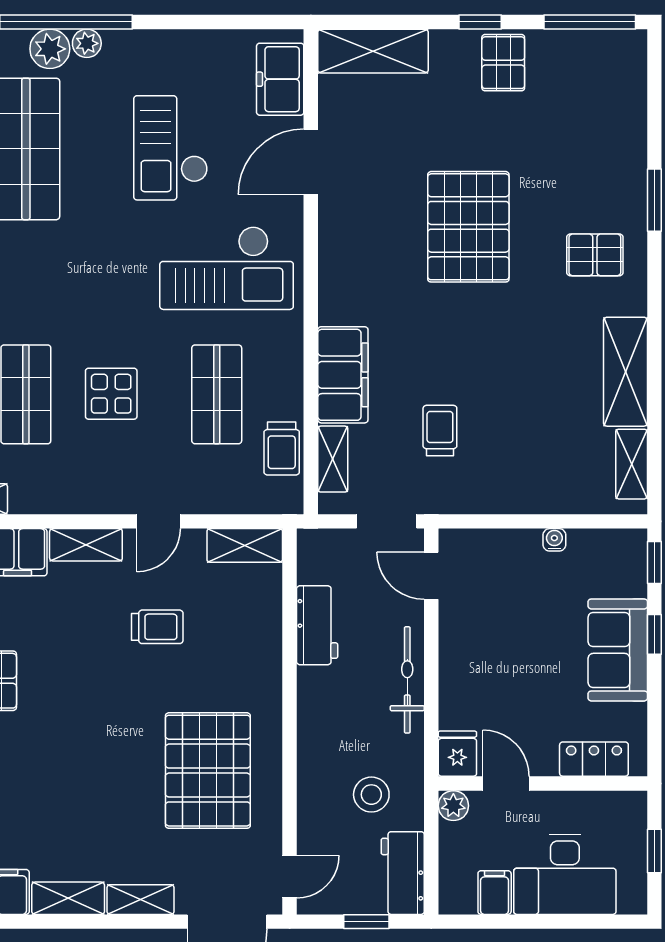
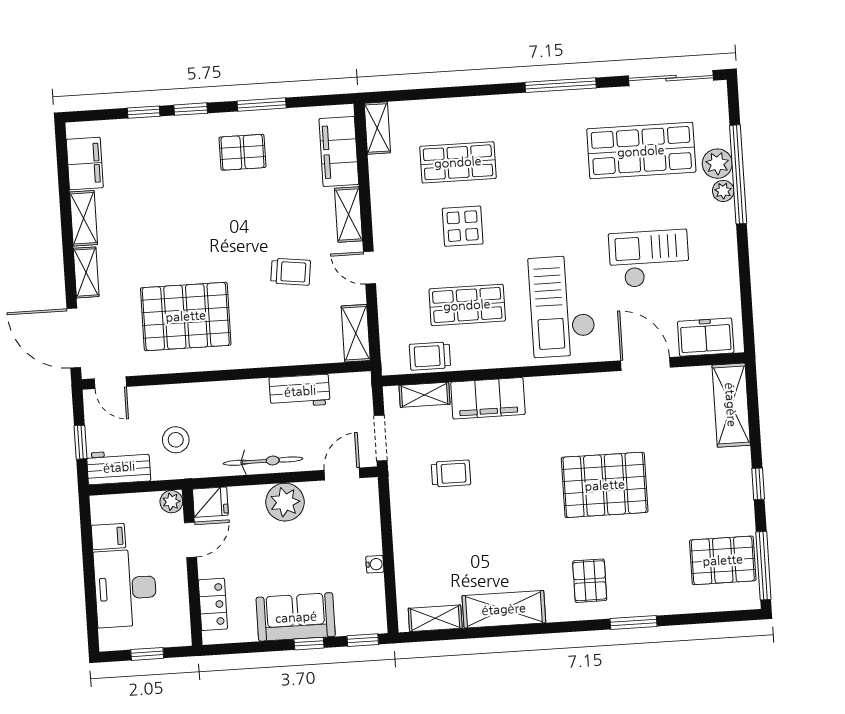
pallet: (503, 63) -> (723, 560), moved, width x1.50, depth x1.42
trolley: (157, 627) -> (291, 272), turned -83
plant: (464, 654) -> (285, 502), added

